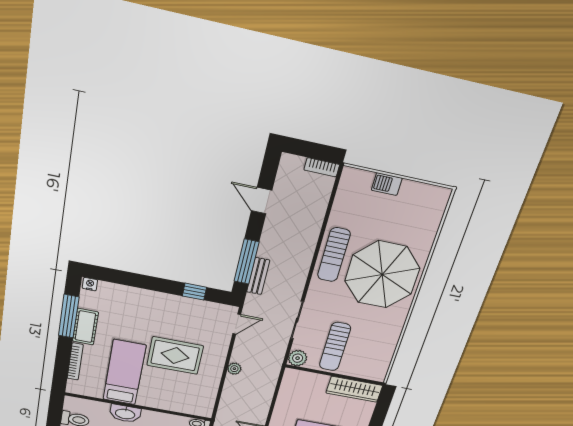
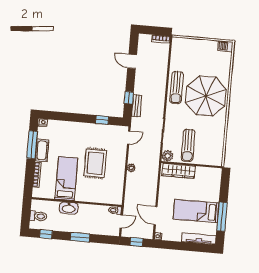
barbecue: (387, 184) -> (225, 46), moved
window: (247, 262) -> (129, 98), width x0.46
rug: (175, 356) -> (95, 163), turned 90
wardrobe: (354, 389) -> (179, 171), moved

